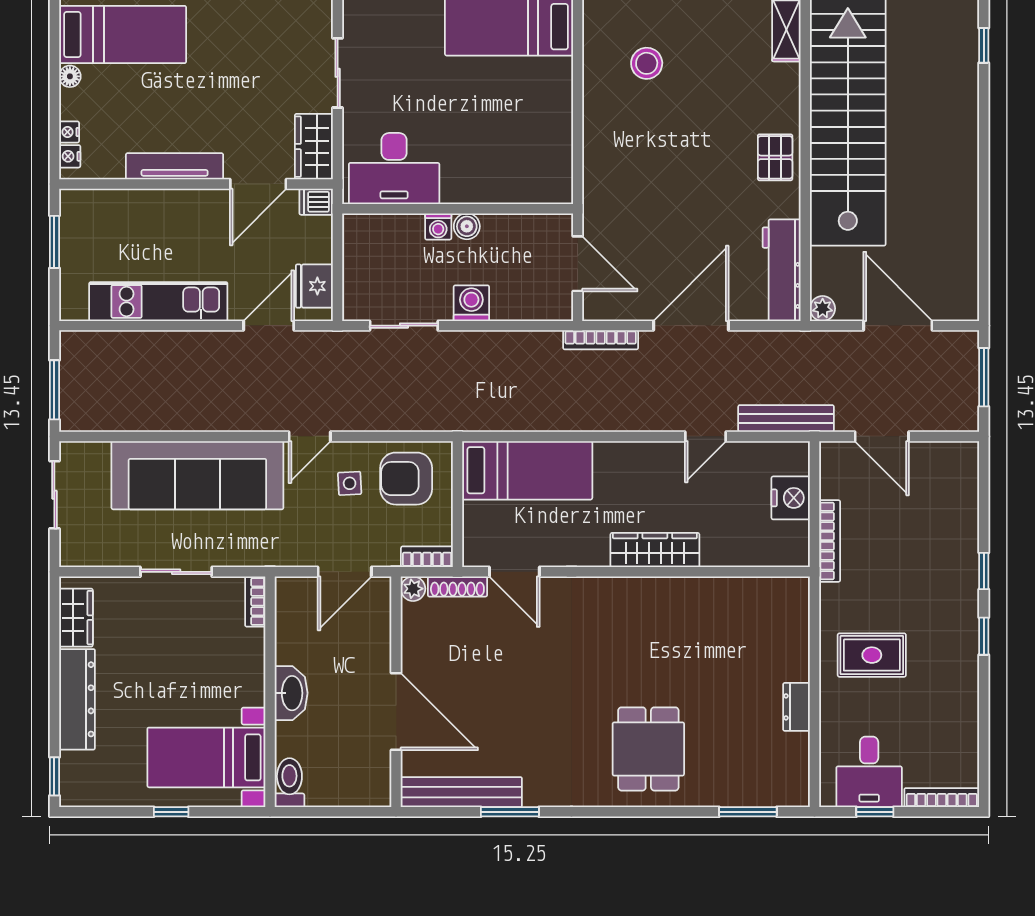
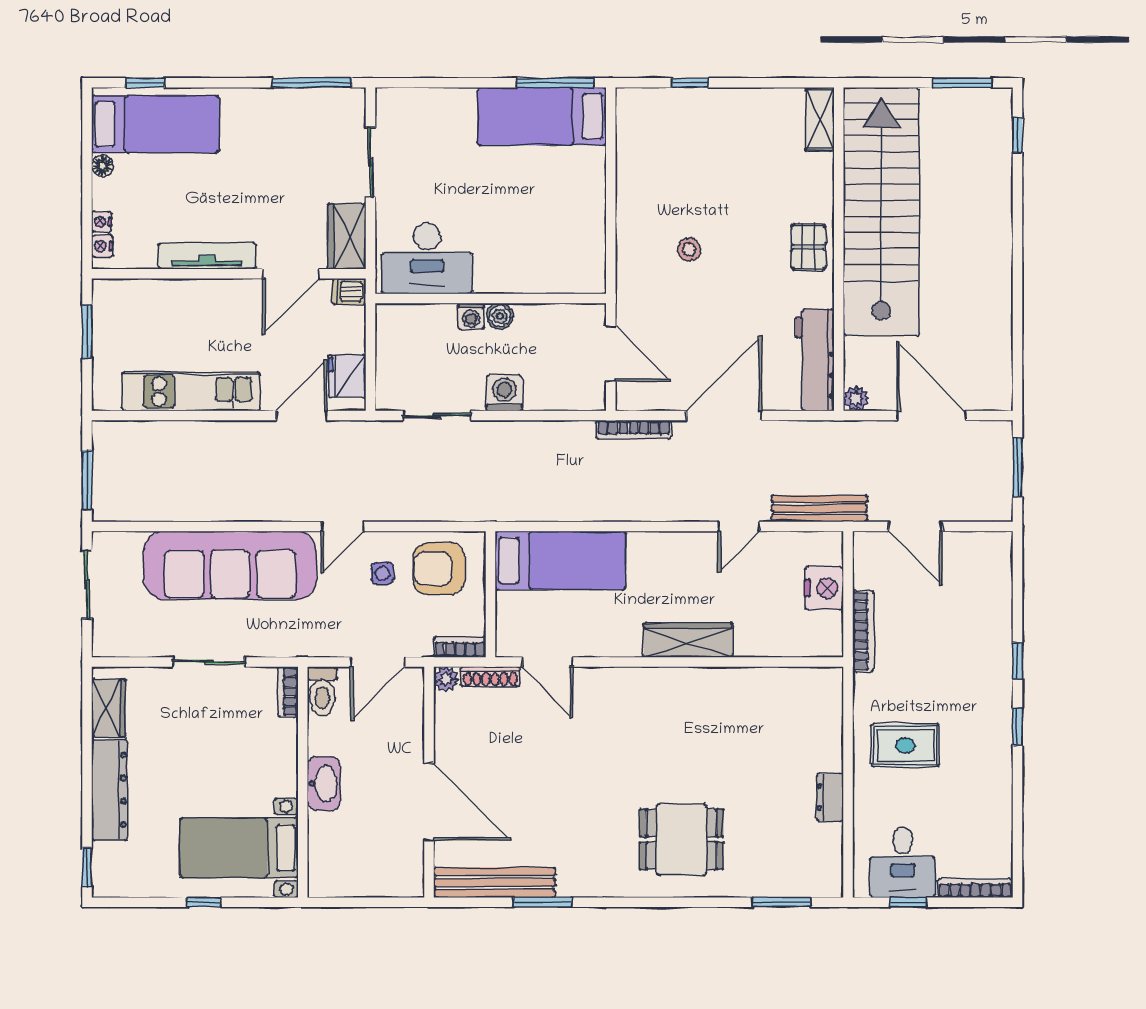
stool: (647, 63) -> (689, 250), moved, width x0.73, depth x0.73
dining table: (648, 749) -> (682, 839), turned 90
toilet: (289, 783) -> (322, 691), moved, turned 180

